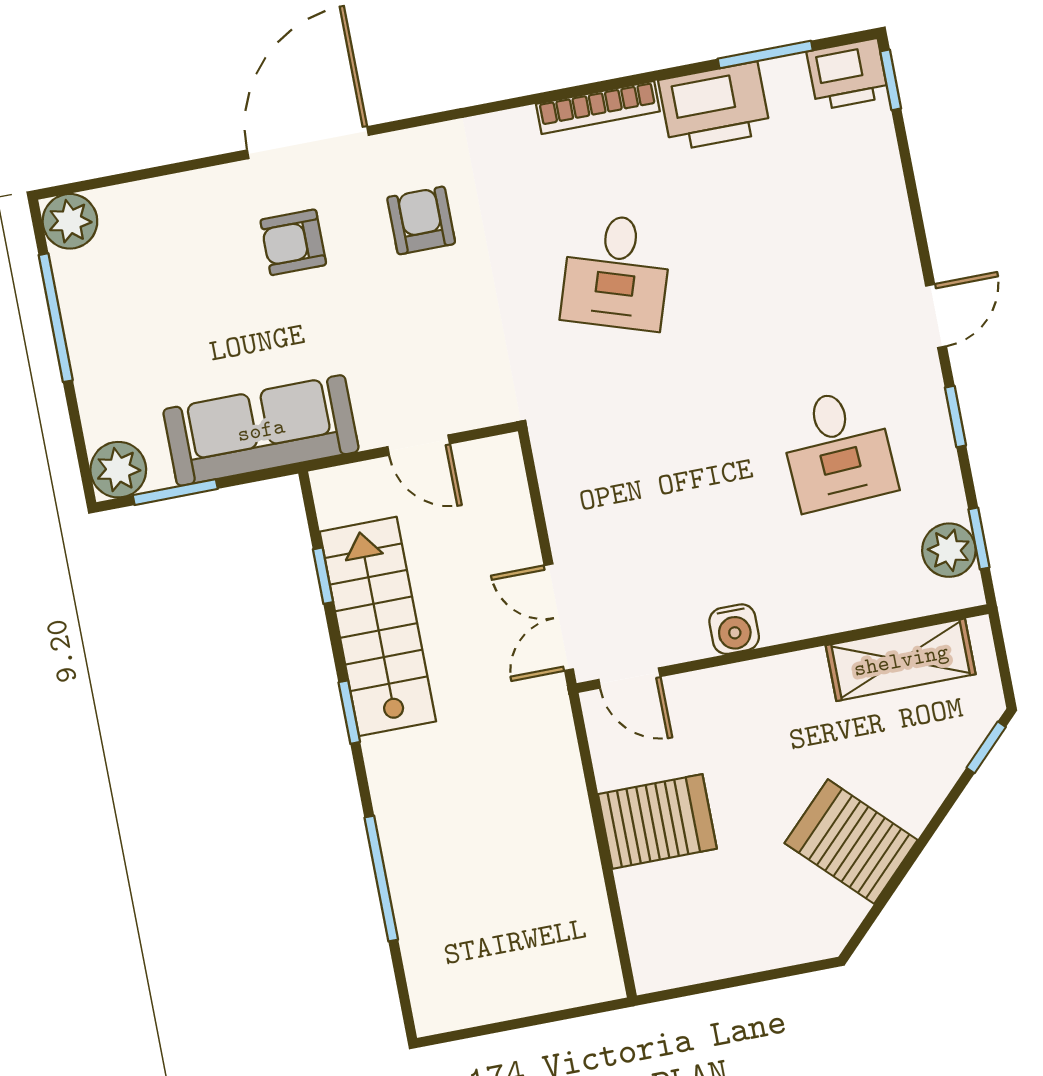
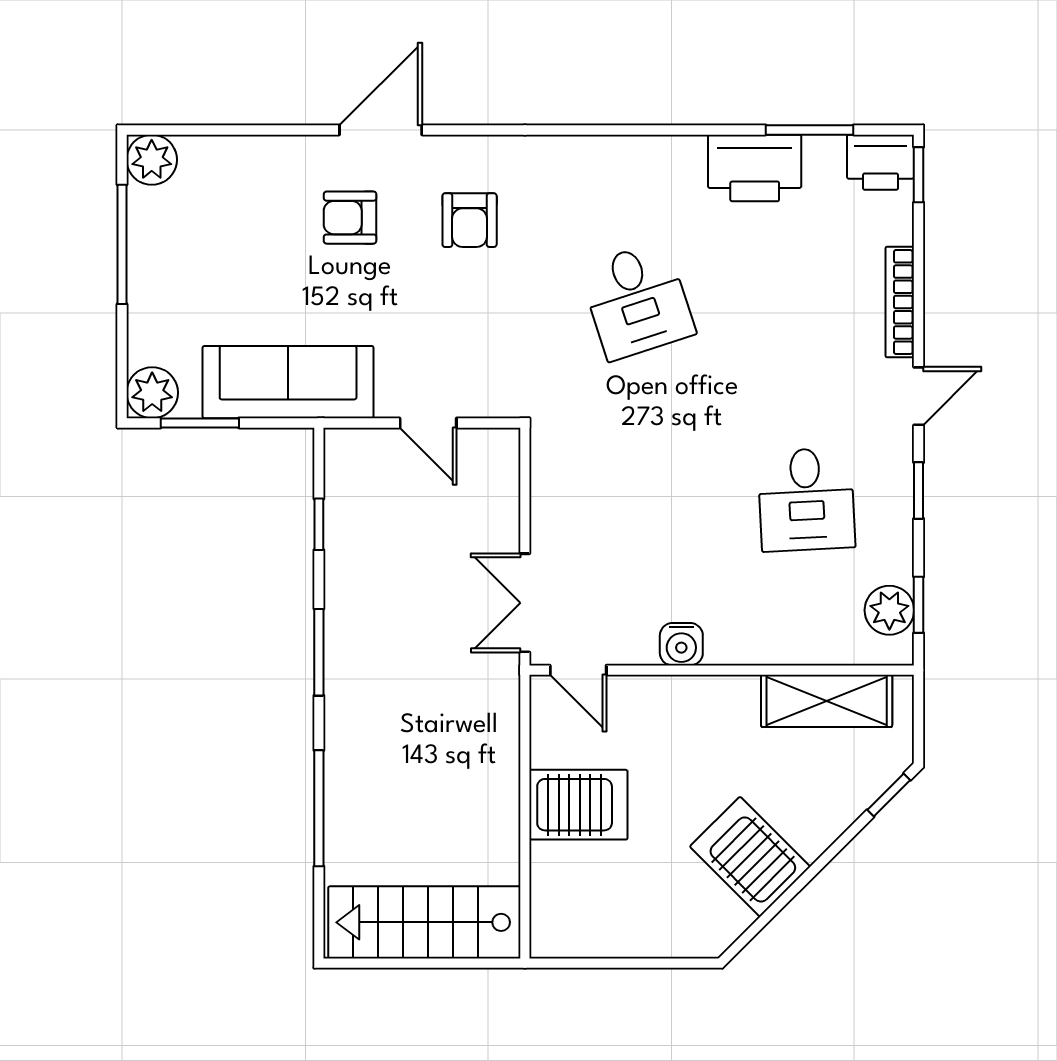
bookcase: (598, 108) -> (900, 302), moved, turned 90
door: (308, 143) -> (381, 130), width x0.73
armchair: (421, 220) -> (470, 220), turned 180
desk: (616, 272) -> (637, 301), turned -36
stairs: (378, 626) -> (424, 922), moved, turned -90
window: (349, 712) -> (319, 652), width x1.50

